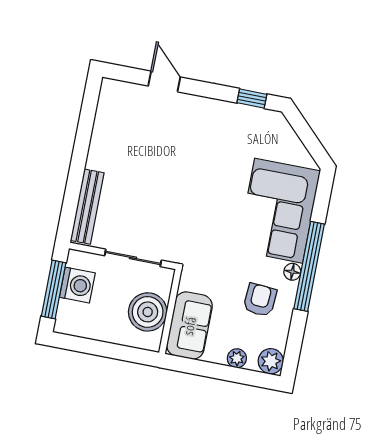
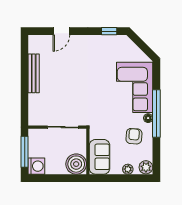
door: (164, 81) -> (61, 31), swing flipped
bench: (87, 207) -> (34, 73), moved
washing machine: (77, 285) -> (36, 166), moved
boiler: (148, 312) -> (76, 164), moved

